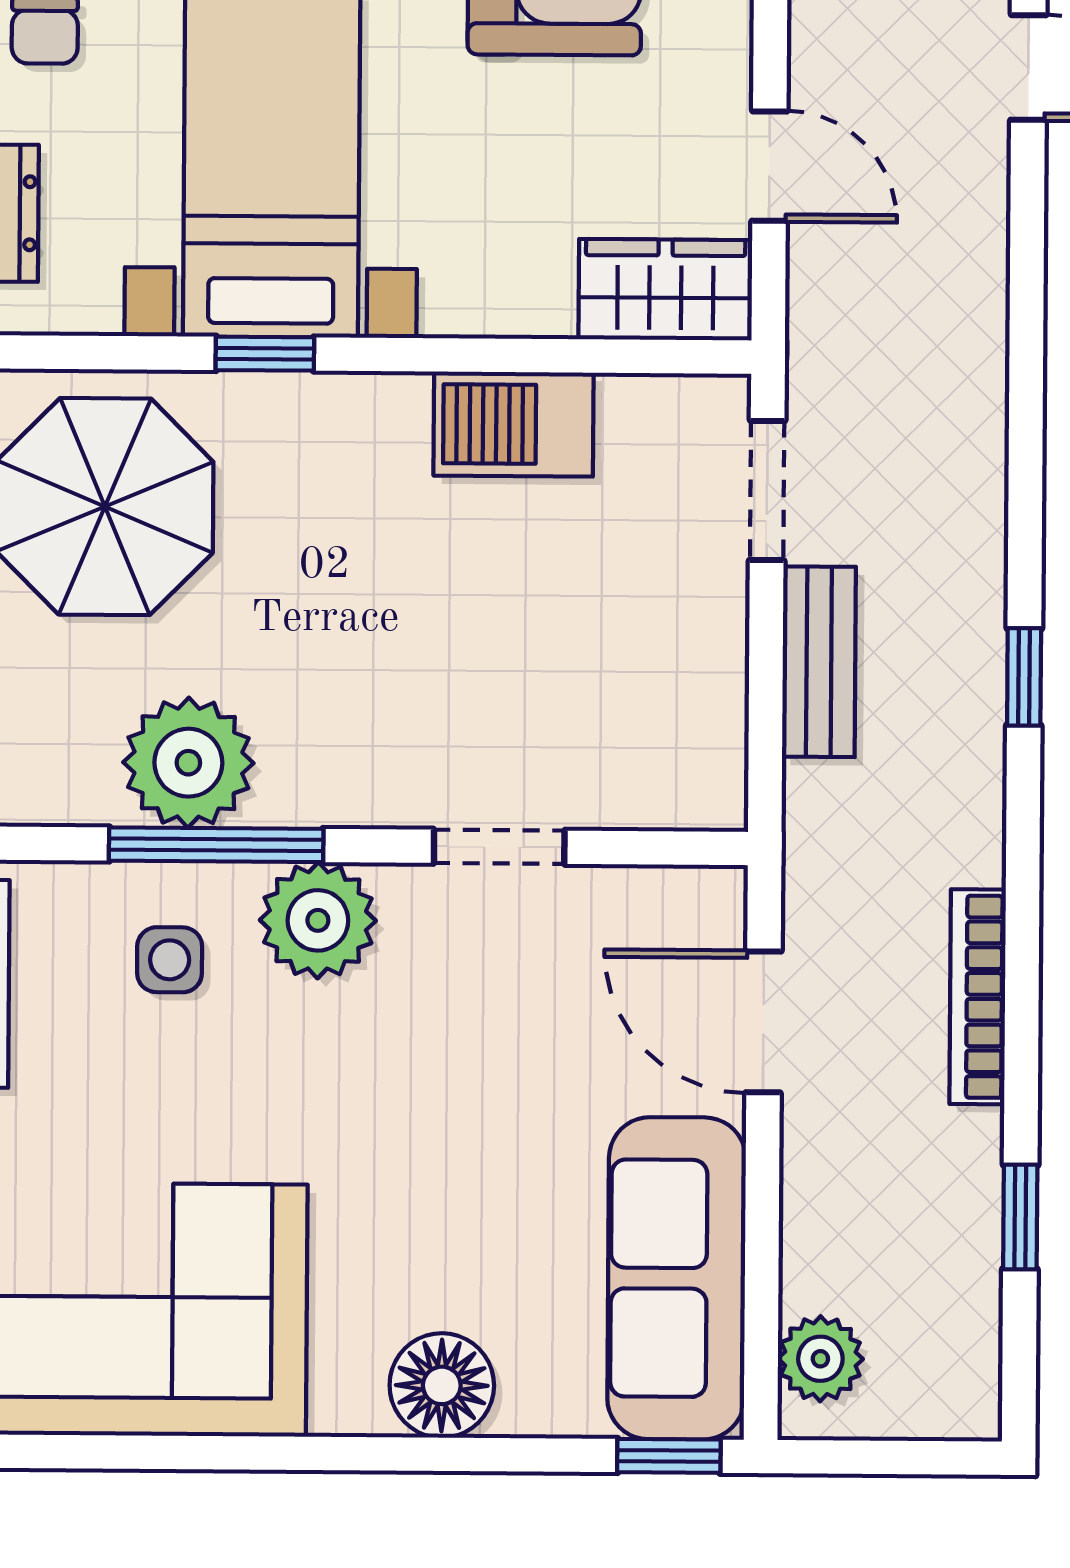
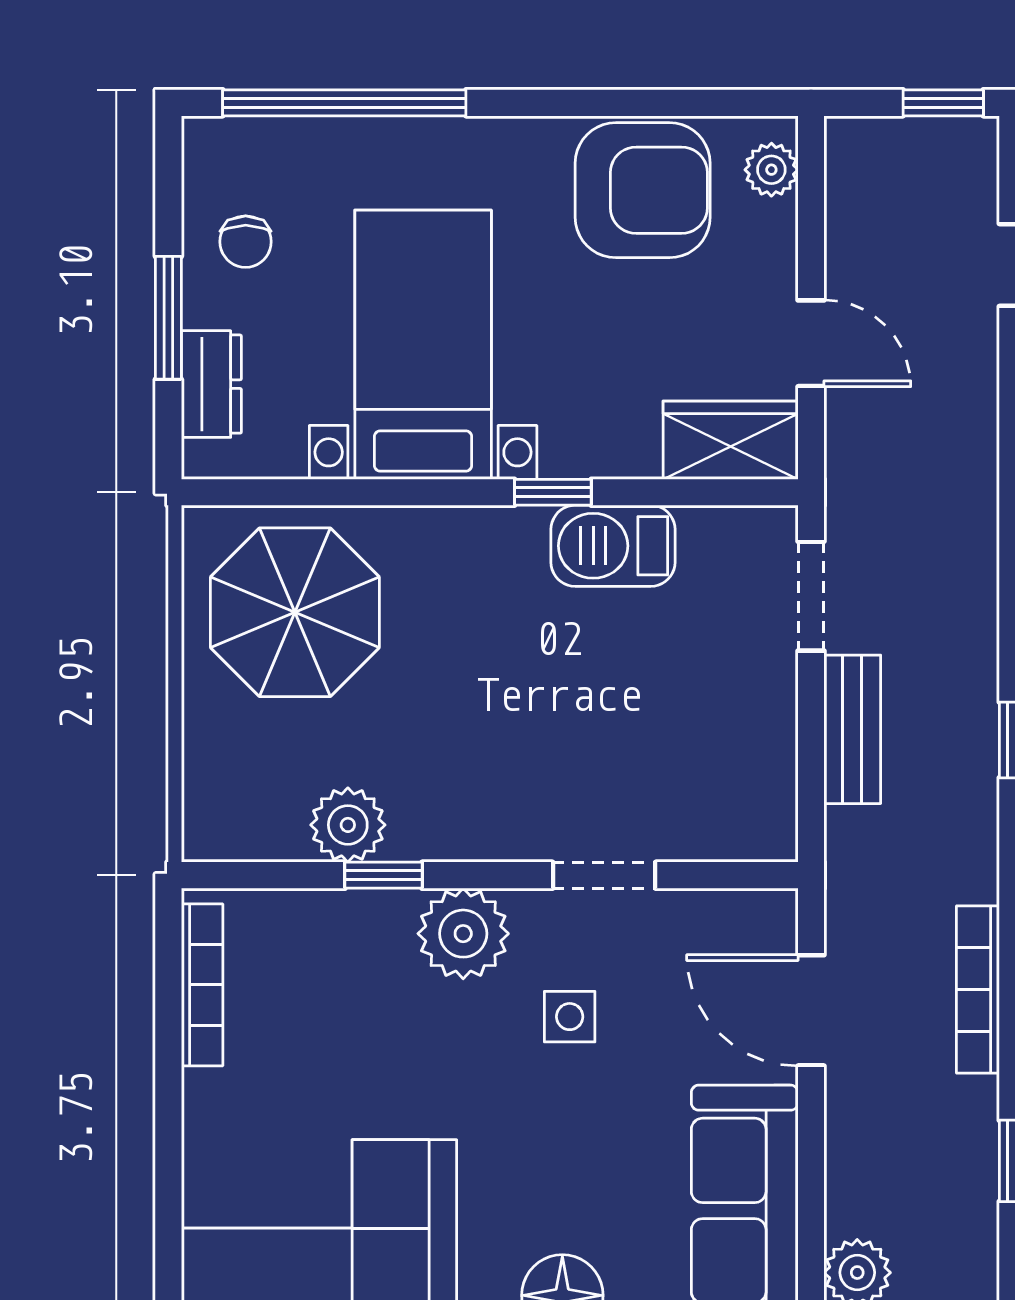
window: (265, 354) -> (553, 492), moved
plant: (188, 763) -> (348, 825), width x0.73, depth x0.73
window: (216, 845) -> (383, 875), width x0.46
side table: (170, 960) -> (570, 1017), moved

